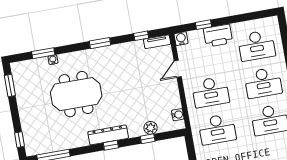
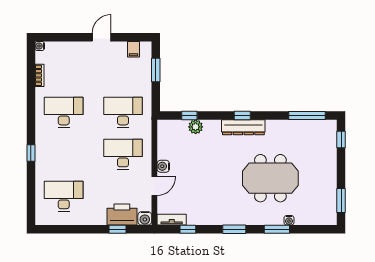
printer: (218, 36) -> (122, 215), moved
window: (43, 53) -> (277, 229), moved
desk: (263, 83) -> (64, 154), removed
water cooler: (178, 115) -> (163, 166), moved
window: (148, 139) -> (189, 115), moved

